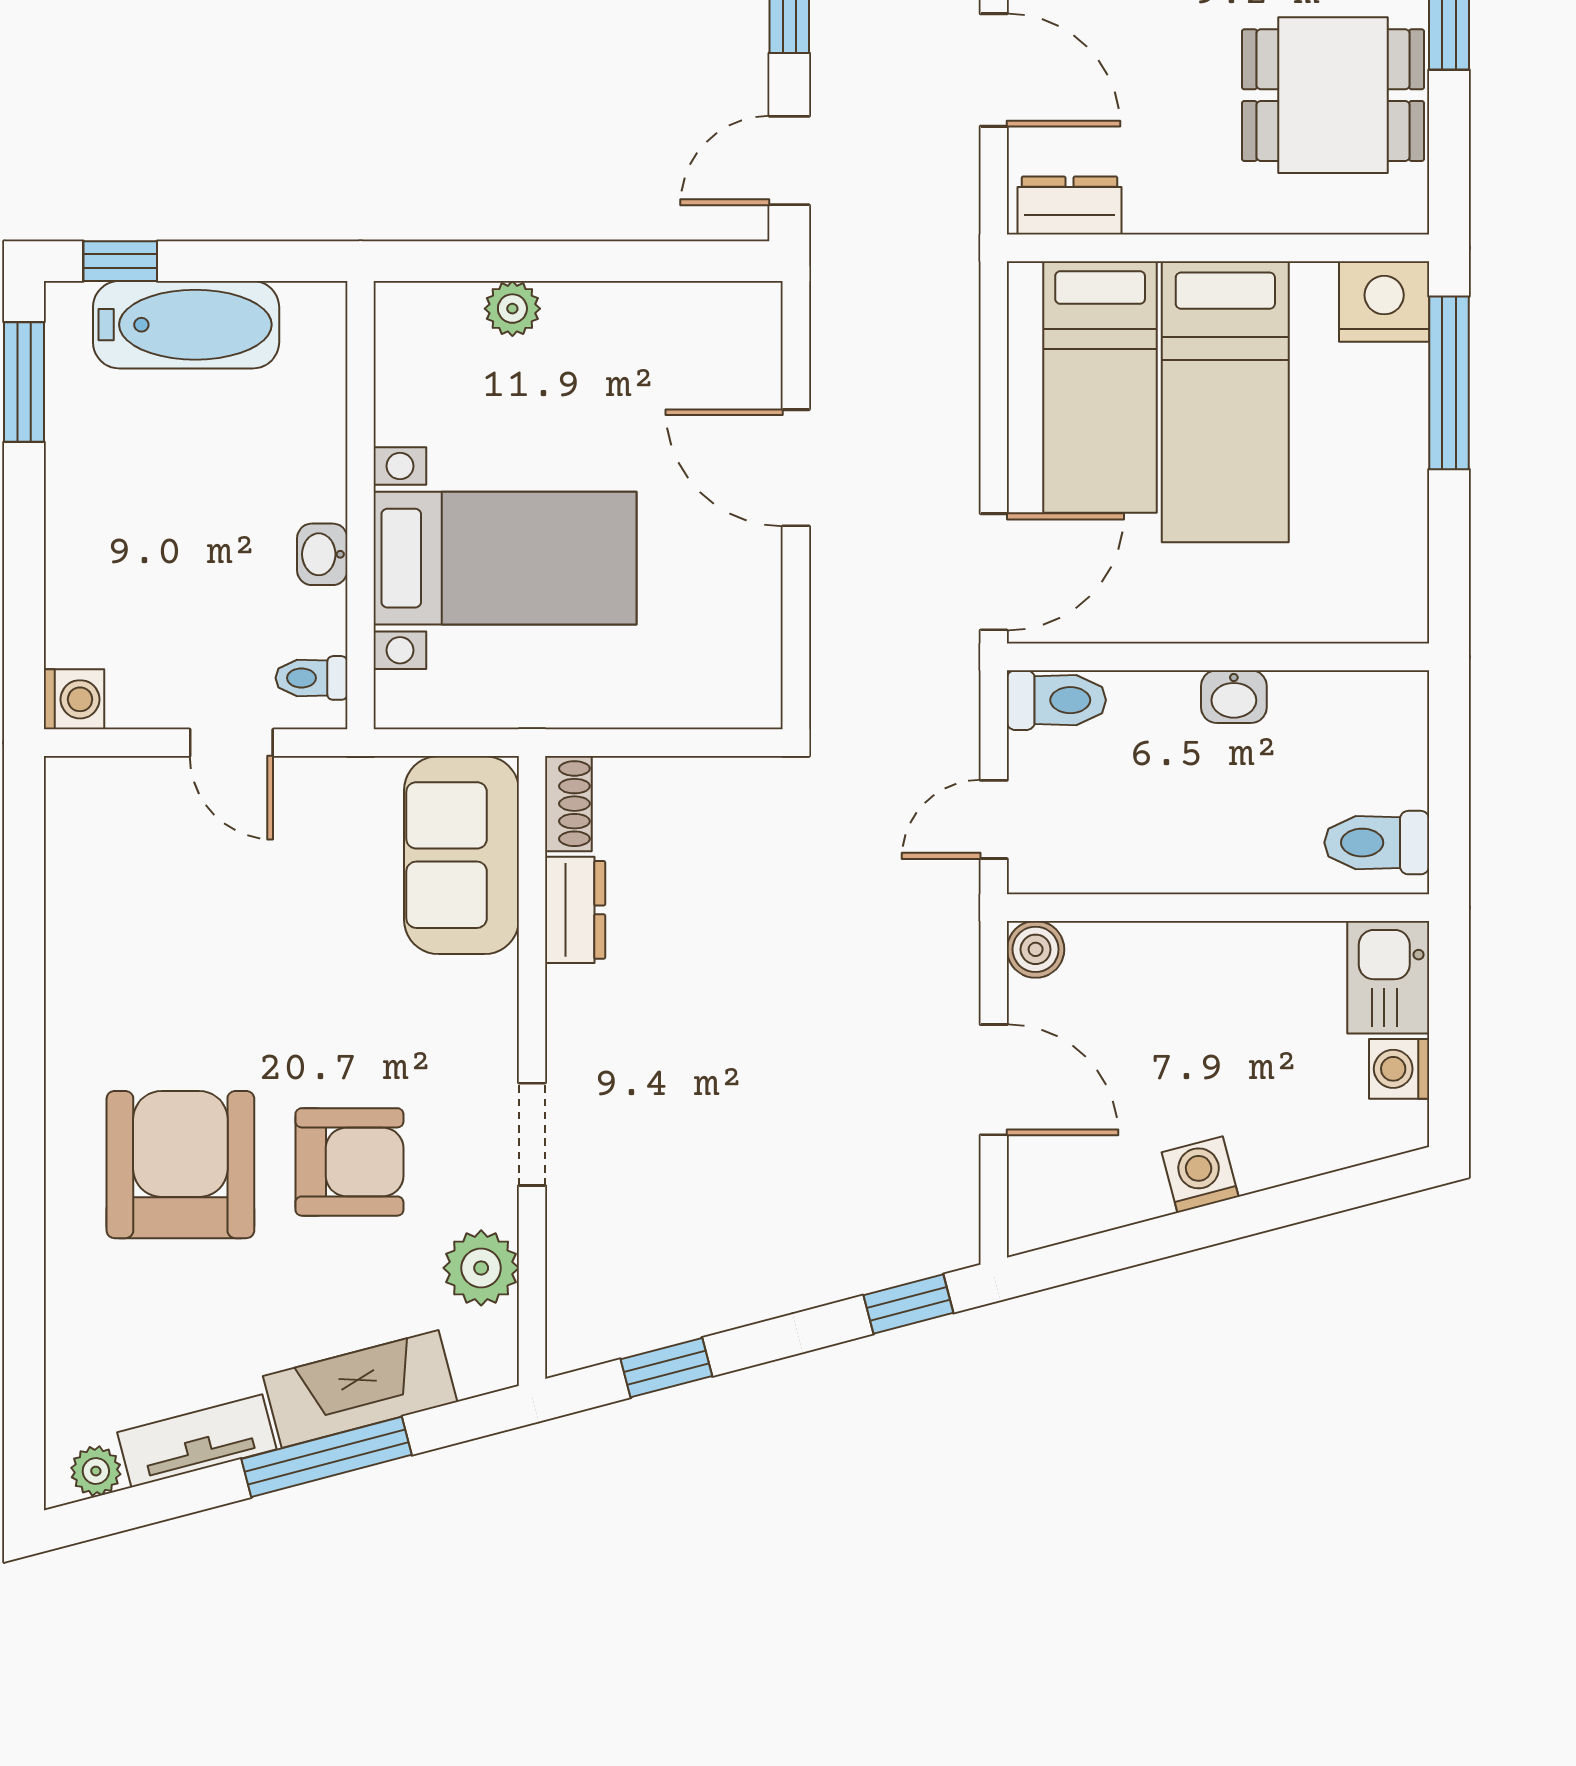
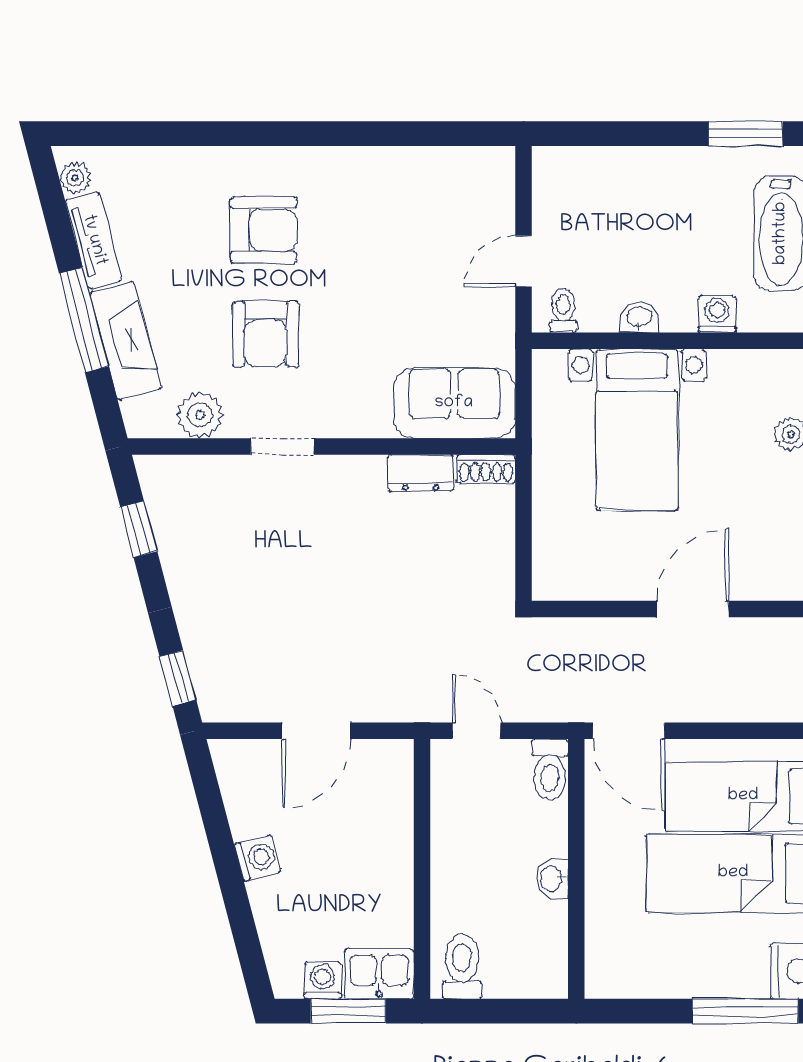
washing machine: (74, 699) -> (717, 314), moved, turned 180
boiler: (1036, 949) -> (396, 757), removed
window: (1449, 1027) -> (348, 1011), added
armchair: (180, 1165) -> (264, 230), width x0.73, depth x0.73

